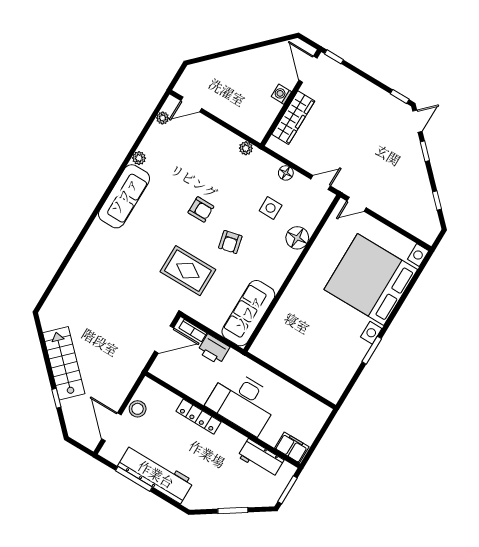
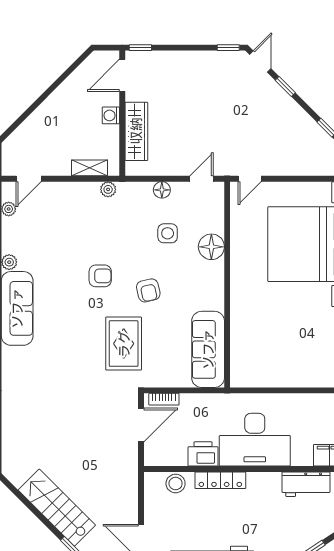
door: (308, 69) -> (122, 75), hinge flipped
shelving: (242, 124) -> (90, 168), added
rug: (188, 271) -> (124, 344), turned 90
printer: (214, 349) -> (203, 454), moved, turned 180
stool: (138, 409) -> (176, 483), moved

